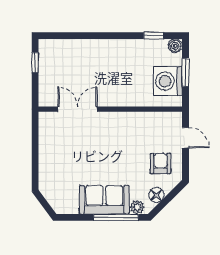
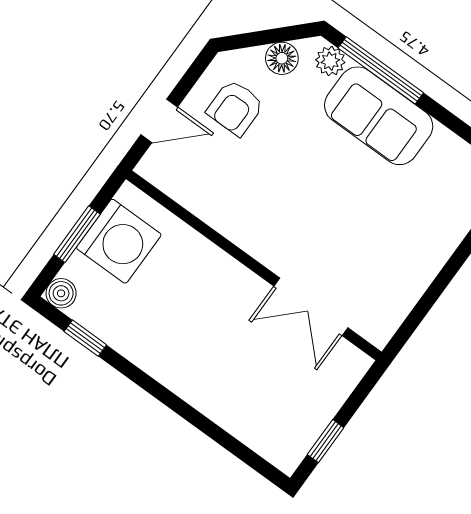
door: (186, 138) -> (159, 121), swing flipped

